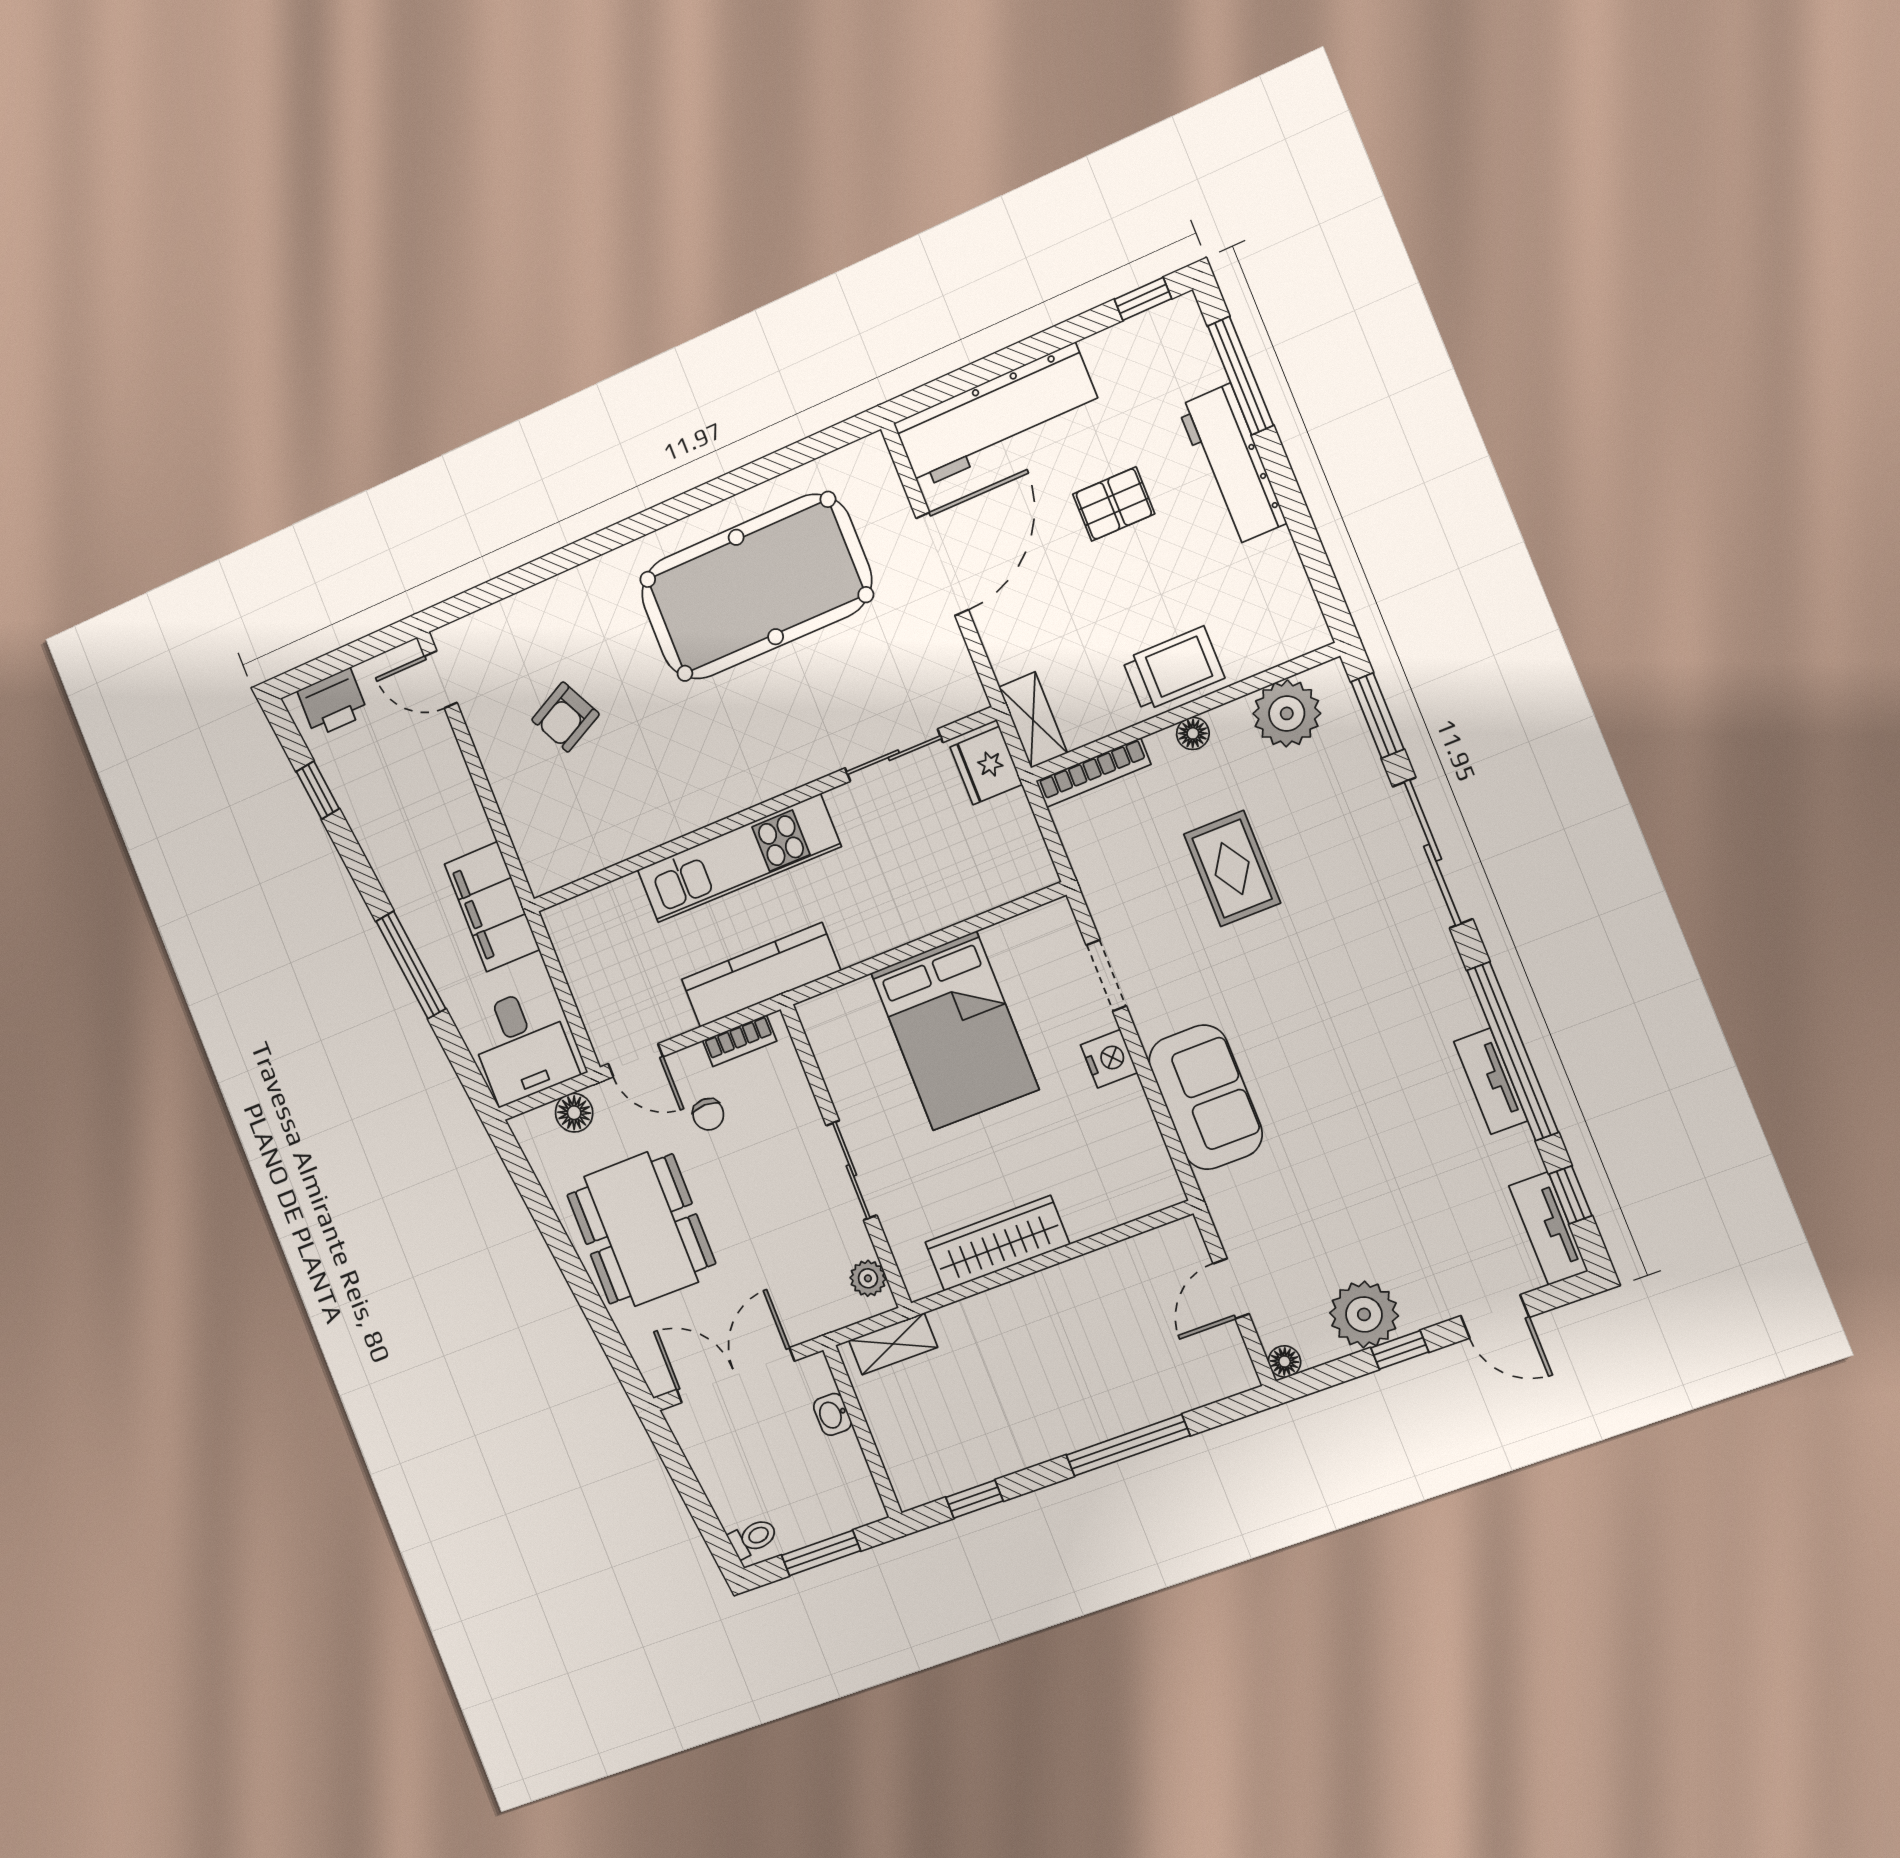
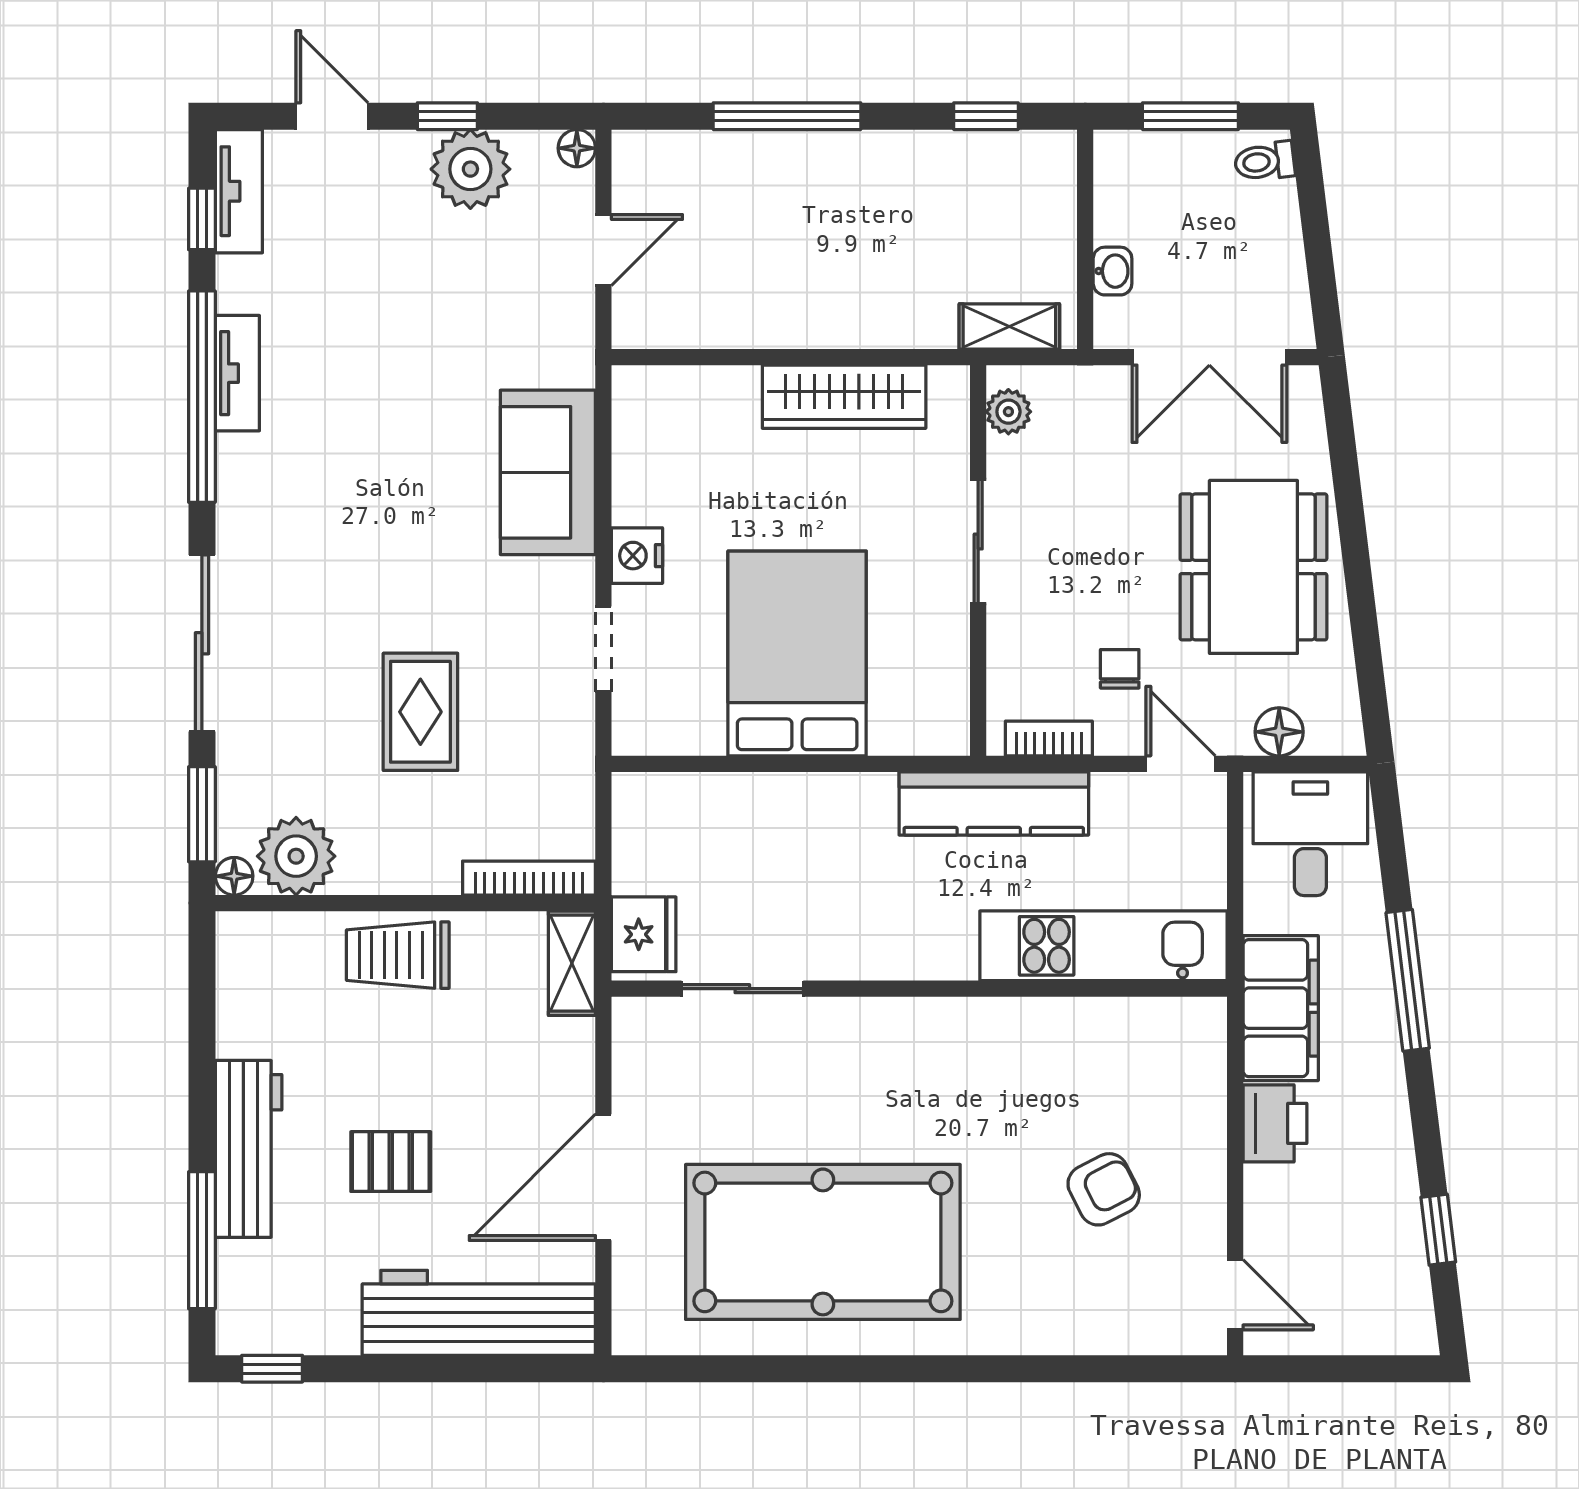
printer: (333, 703) -> (1275, 1123), moved, turned 90
floor lamp: (1193, 733) -> (234, 876), moved
kitchen unit: (739, 858) -> (1103, 946), moved

